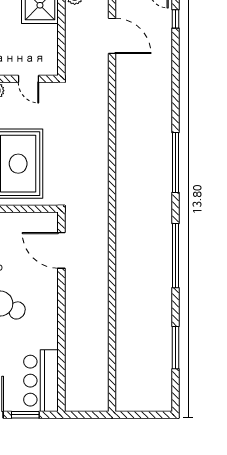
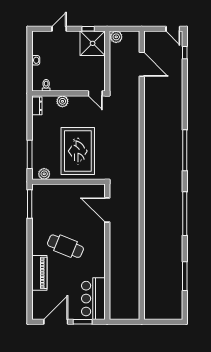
door: (29, 79) -> (95, 93), moved

